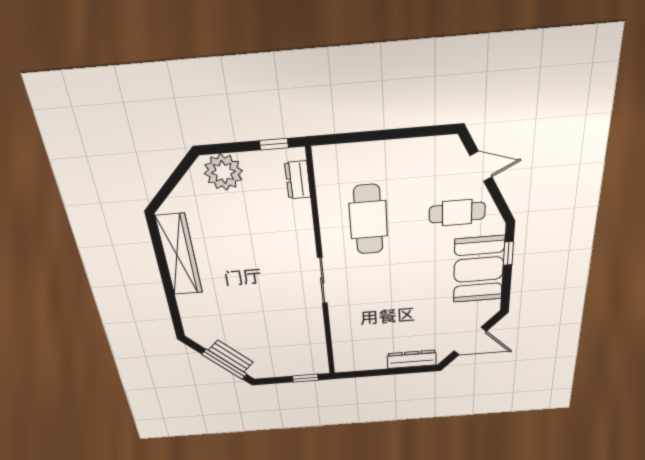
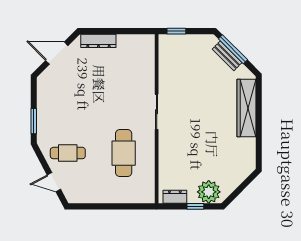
window: (274, 144) -> (195, 206), moved
dresser: (298, 180) -> (175, 197), moved, turned -90
window: (508, 253) -> (34, 121), width x1.50
wardrobe: (179, 255) -> (247, 108), moved
booth: (479, 269) -> (53, 111), removed

